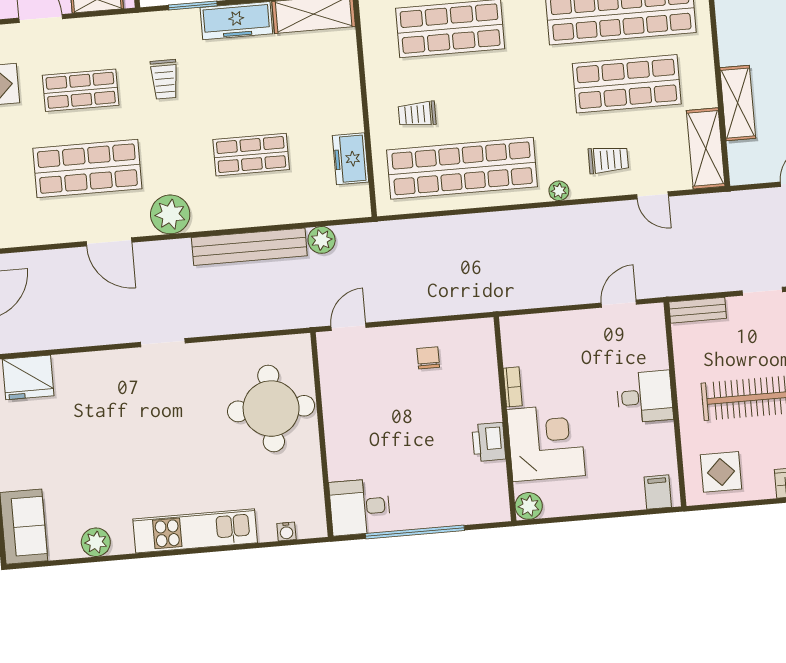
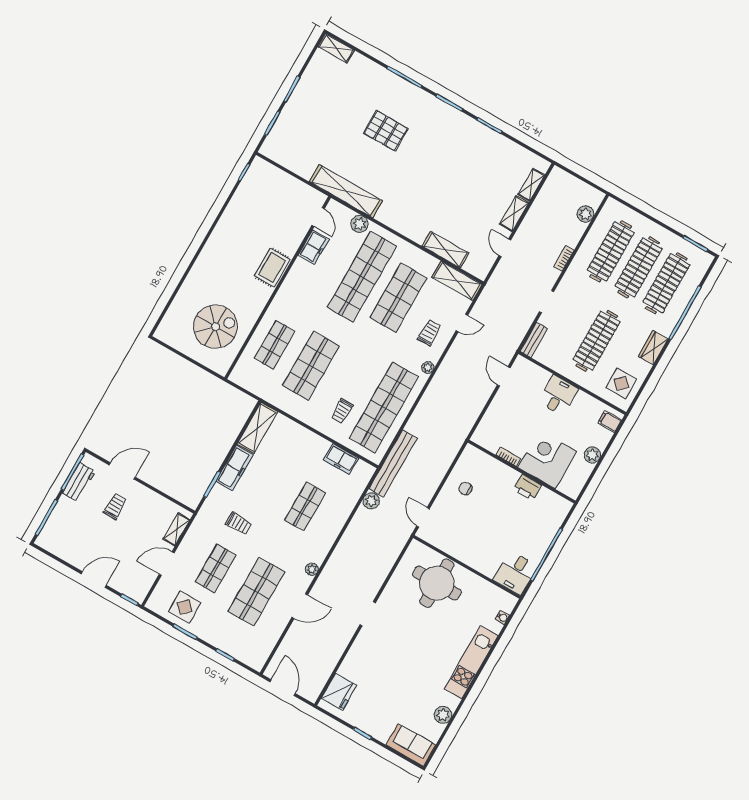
plant: (170, 214) -> (312, 569), width x0.53, depth x0.53
bench: (249, 247) -> (393, 463), moved
plant: (529, 506) -> (592, 455), moved

